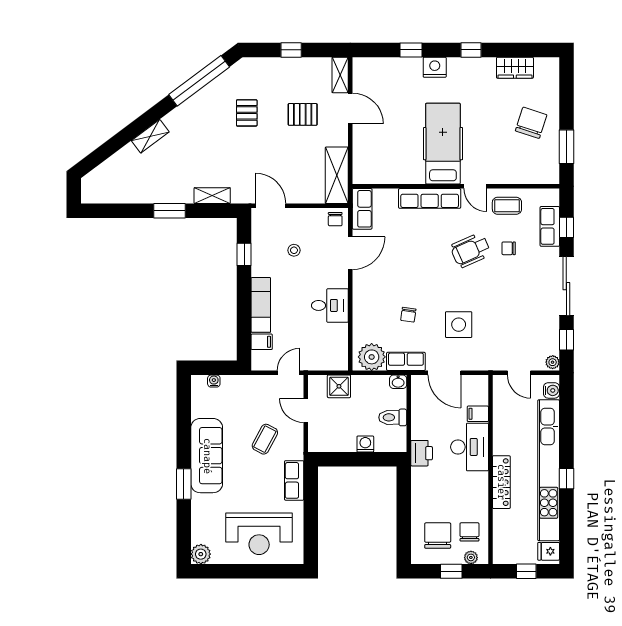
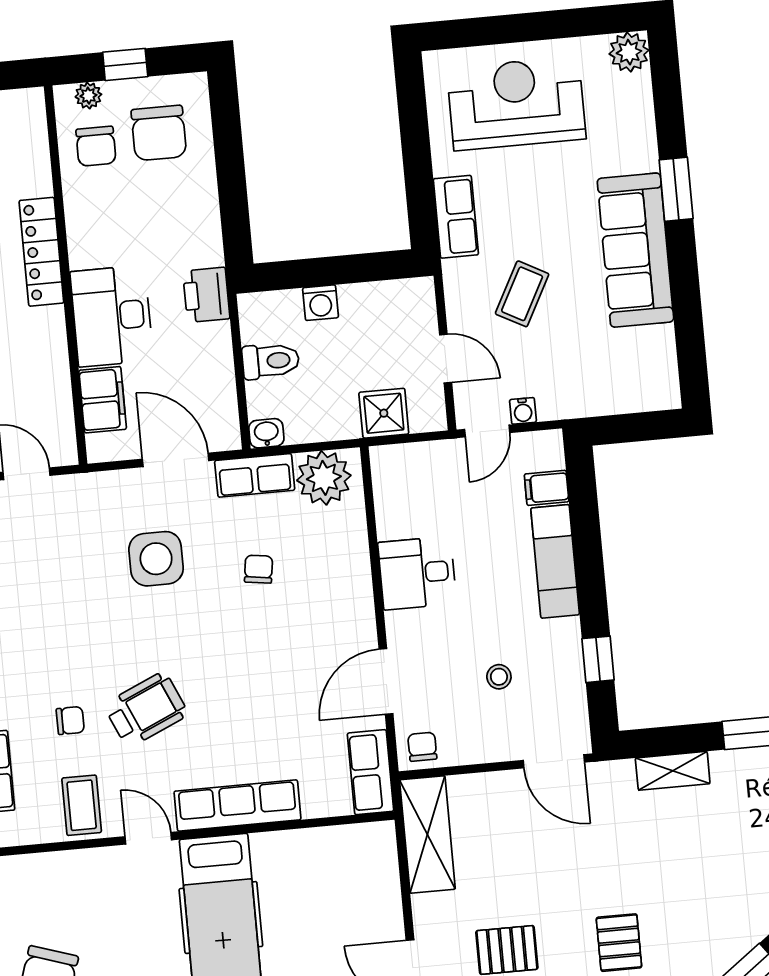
coffee table: (507, 206) -> (82, 805), turned 90
water cooler: (214, 381) -> (523, 411), moved
filing cabinet: (478, 414) -> (103, 400), width x2.00

